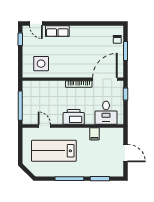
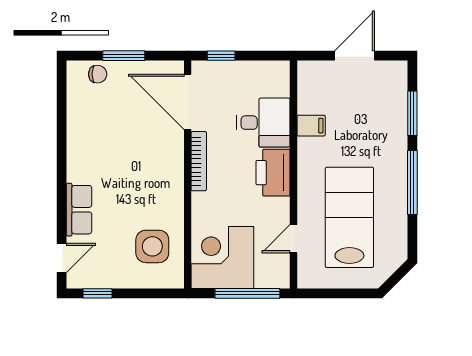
corner desk: (36, 95) -> (222, 257), added
desk: (106, 113) -> (263, 123), moved
lab bench: (54, 151) -> (349, 217), turned 180

